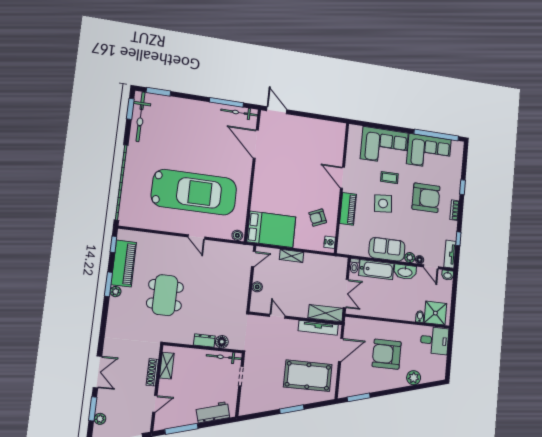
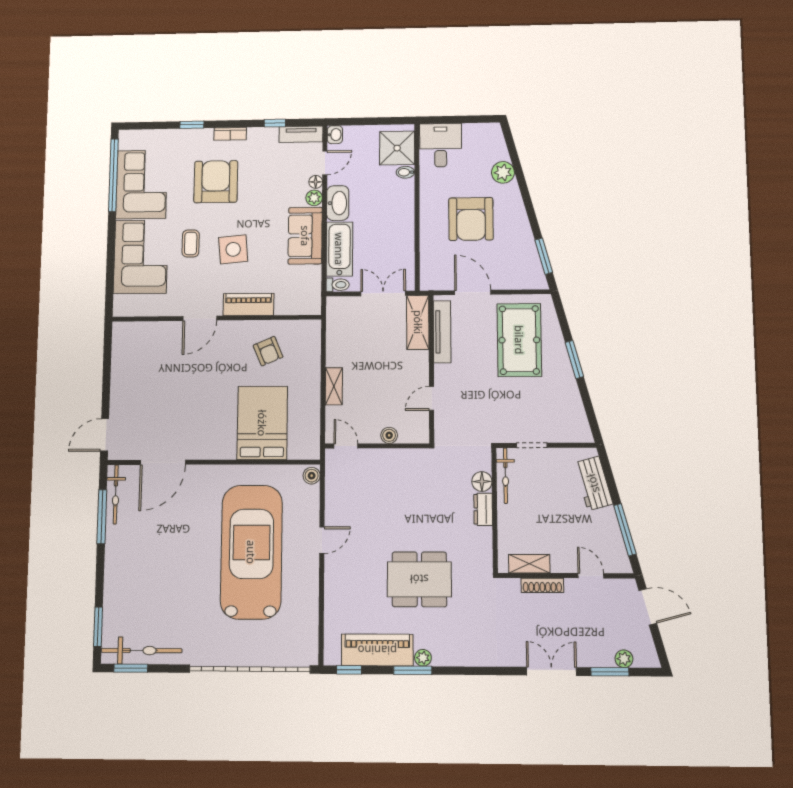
bed: (271, 229) -> (262, 423), moved
nightstand: (330, 242) -> (305, 328), removed

